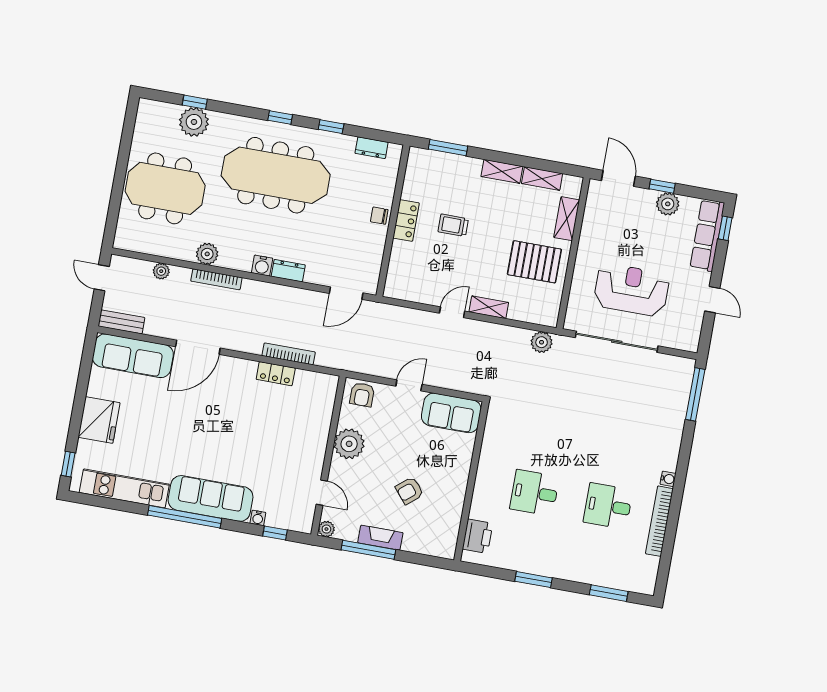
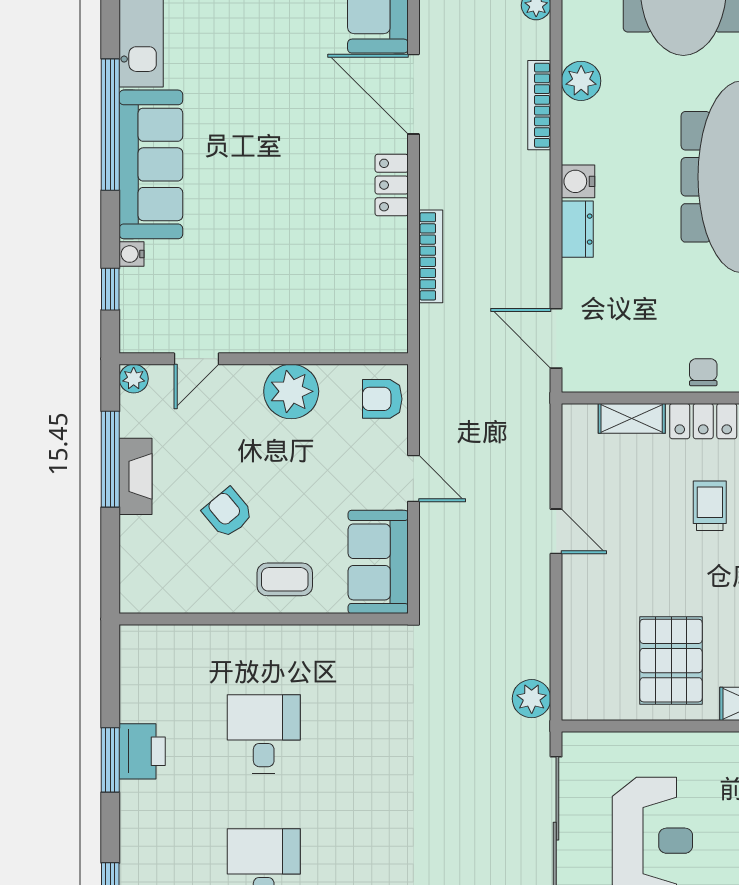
shelving: (489, 307) -> (632, 418), moved, turned 90
locker: (276, 374) -> (392, 185), moved
coffee table: (452, 466) -> (285, 579), added
printer: (478, 536) -> (142, 751), moved, turned -90

